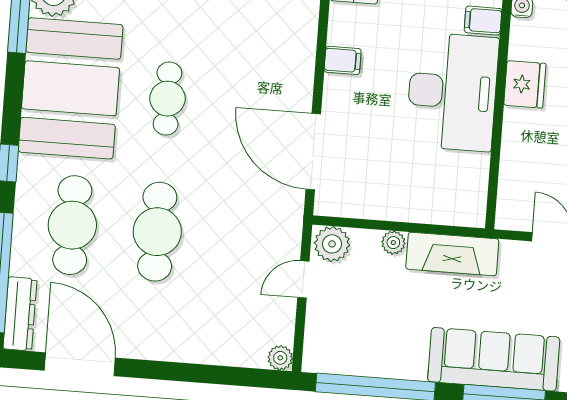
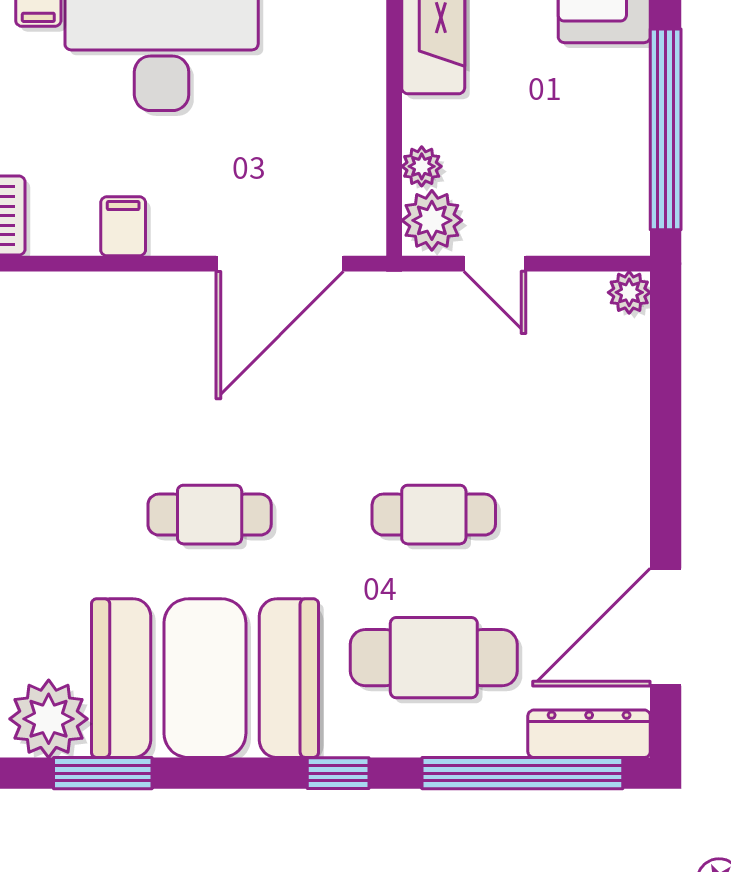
cafe table: (157, 232) -> (434, 515), width x0.73, depth x0.74
plant: (393, 243) -> (422, 166), moved

